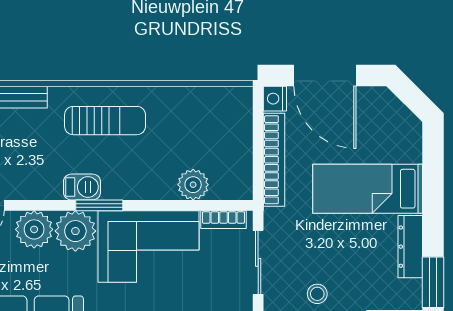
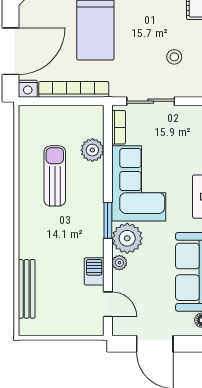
sun lounger: (105, 121) -> (55, 176), moved
barbecue: (82, 187) -> (94, 271), moved
plant: (34, 229) -> (119, 263), width x0.53, depth x0.53

